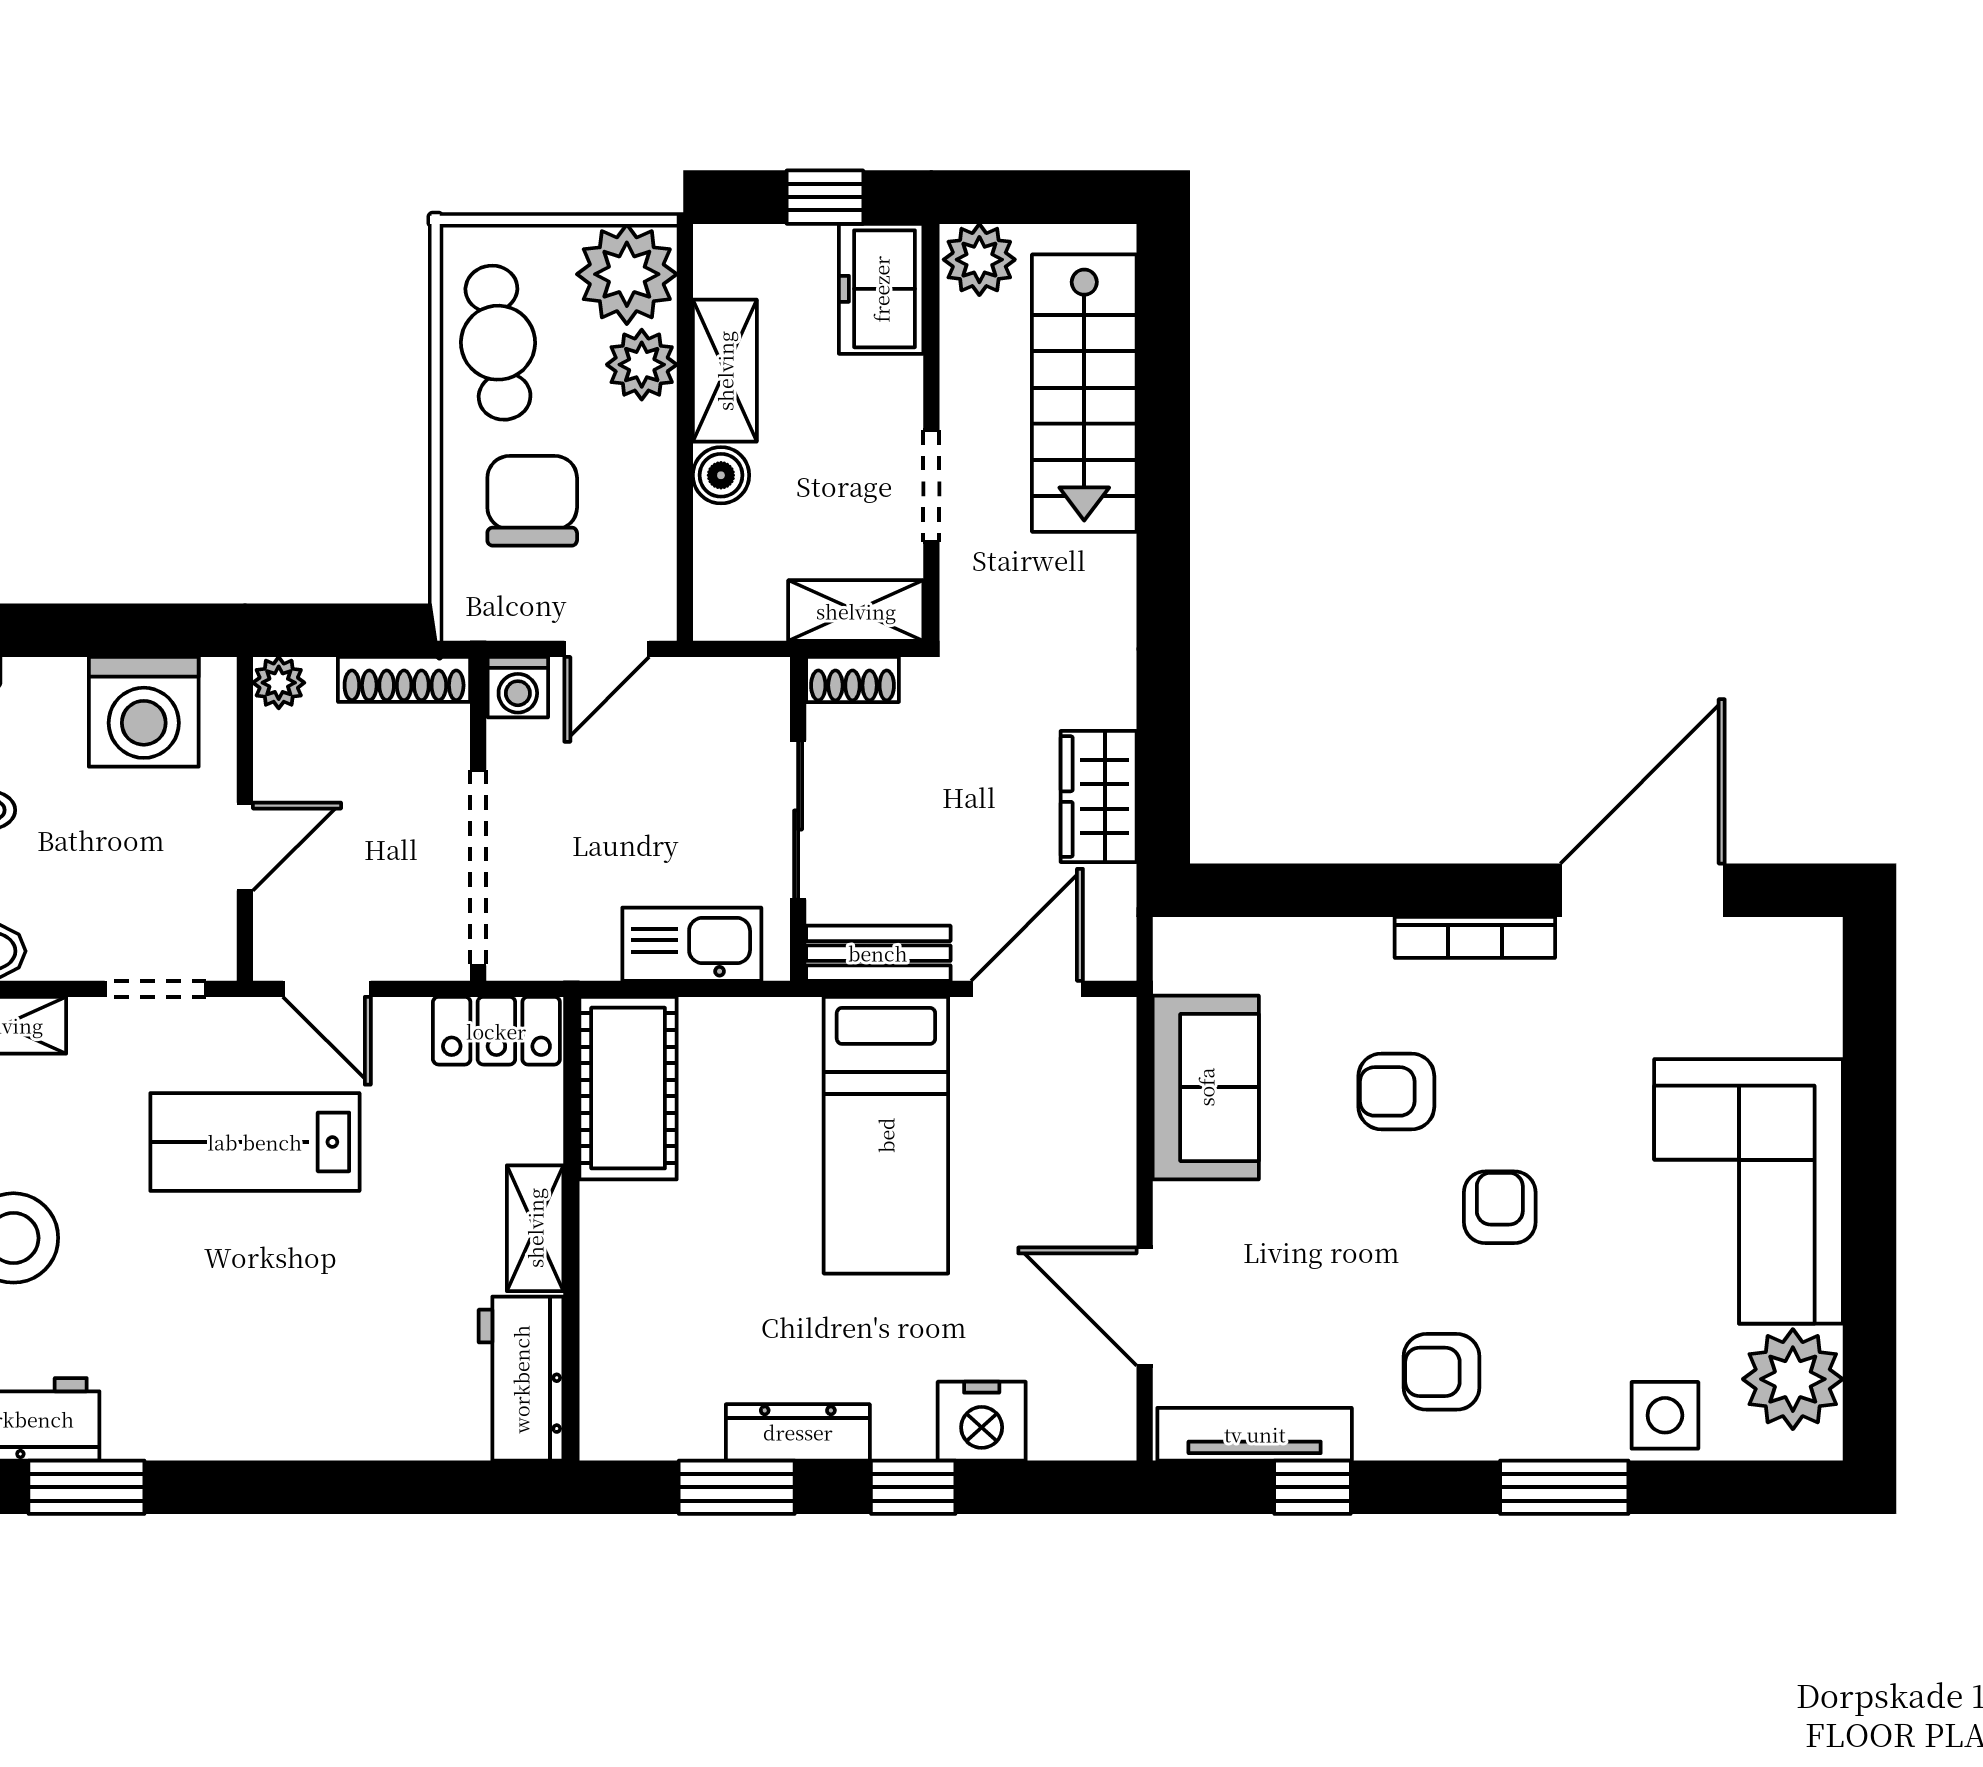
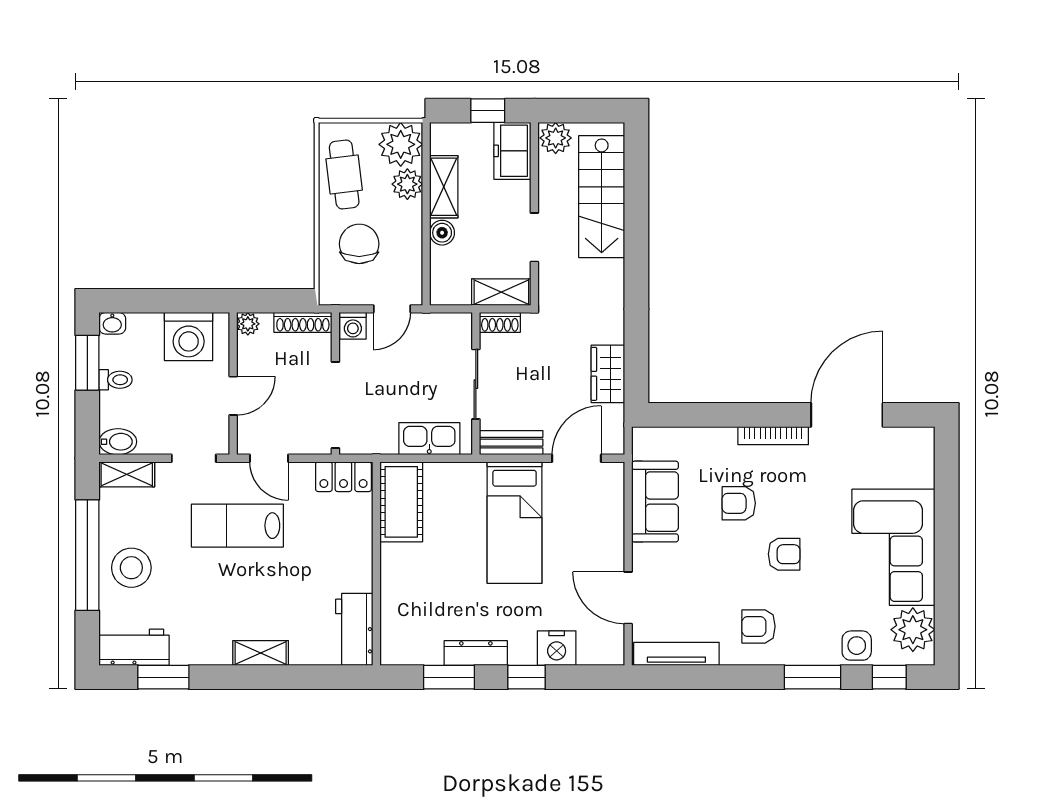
armchair: (1500, 1207) -> (784, 554), turned 90
shelving: (535, 1228) -> (261, 653), moved, turned 90
window: (1313, 1487) -> (889, 677), moved

